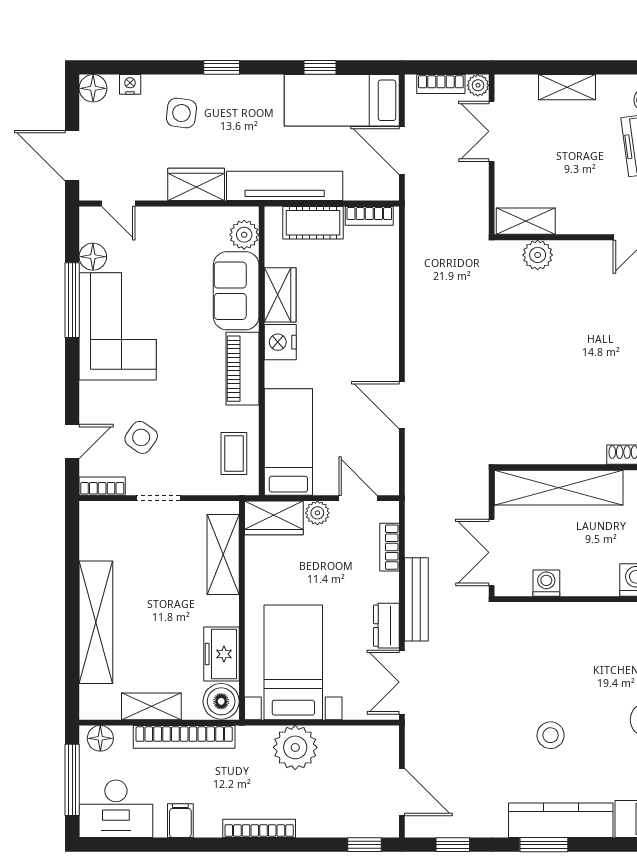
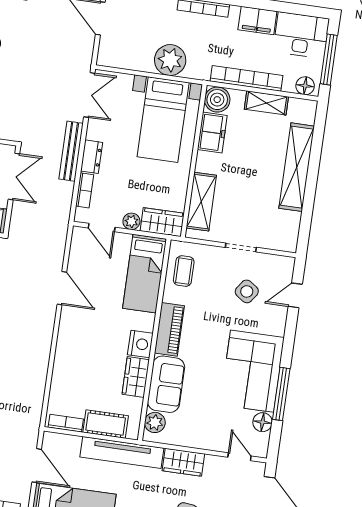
bookcase: (102, 486) -> (279, 261), removed
dresser: (386, 626) -> (92, 157), moved
filing cabinet: (180, 821) -> (257, 20), width x2.00

